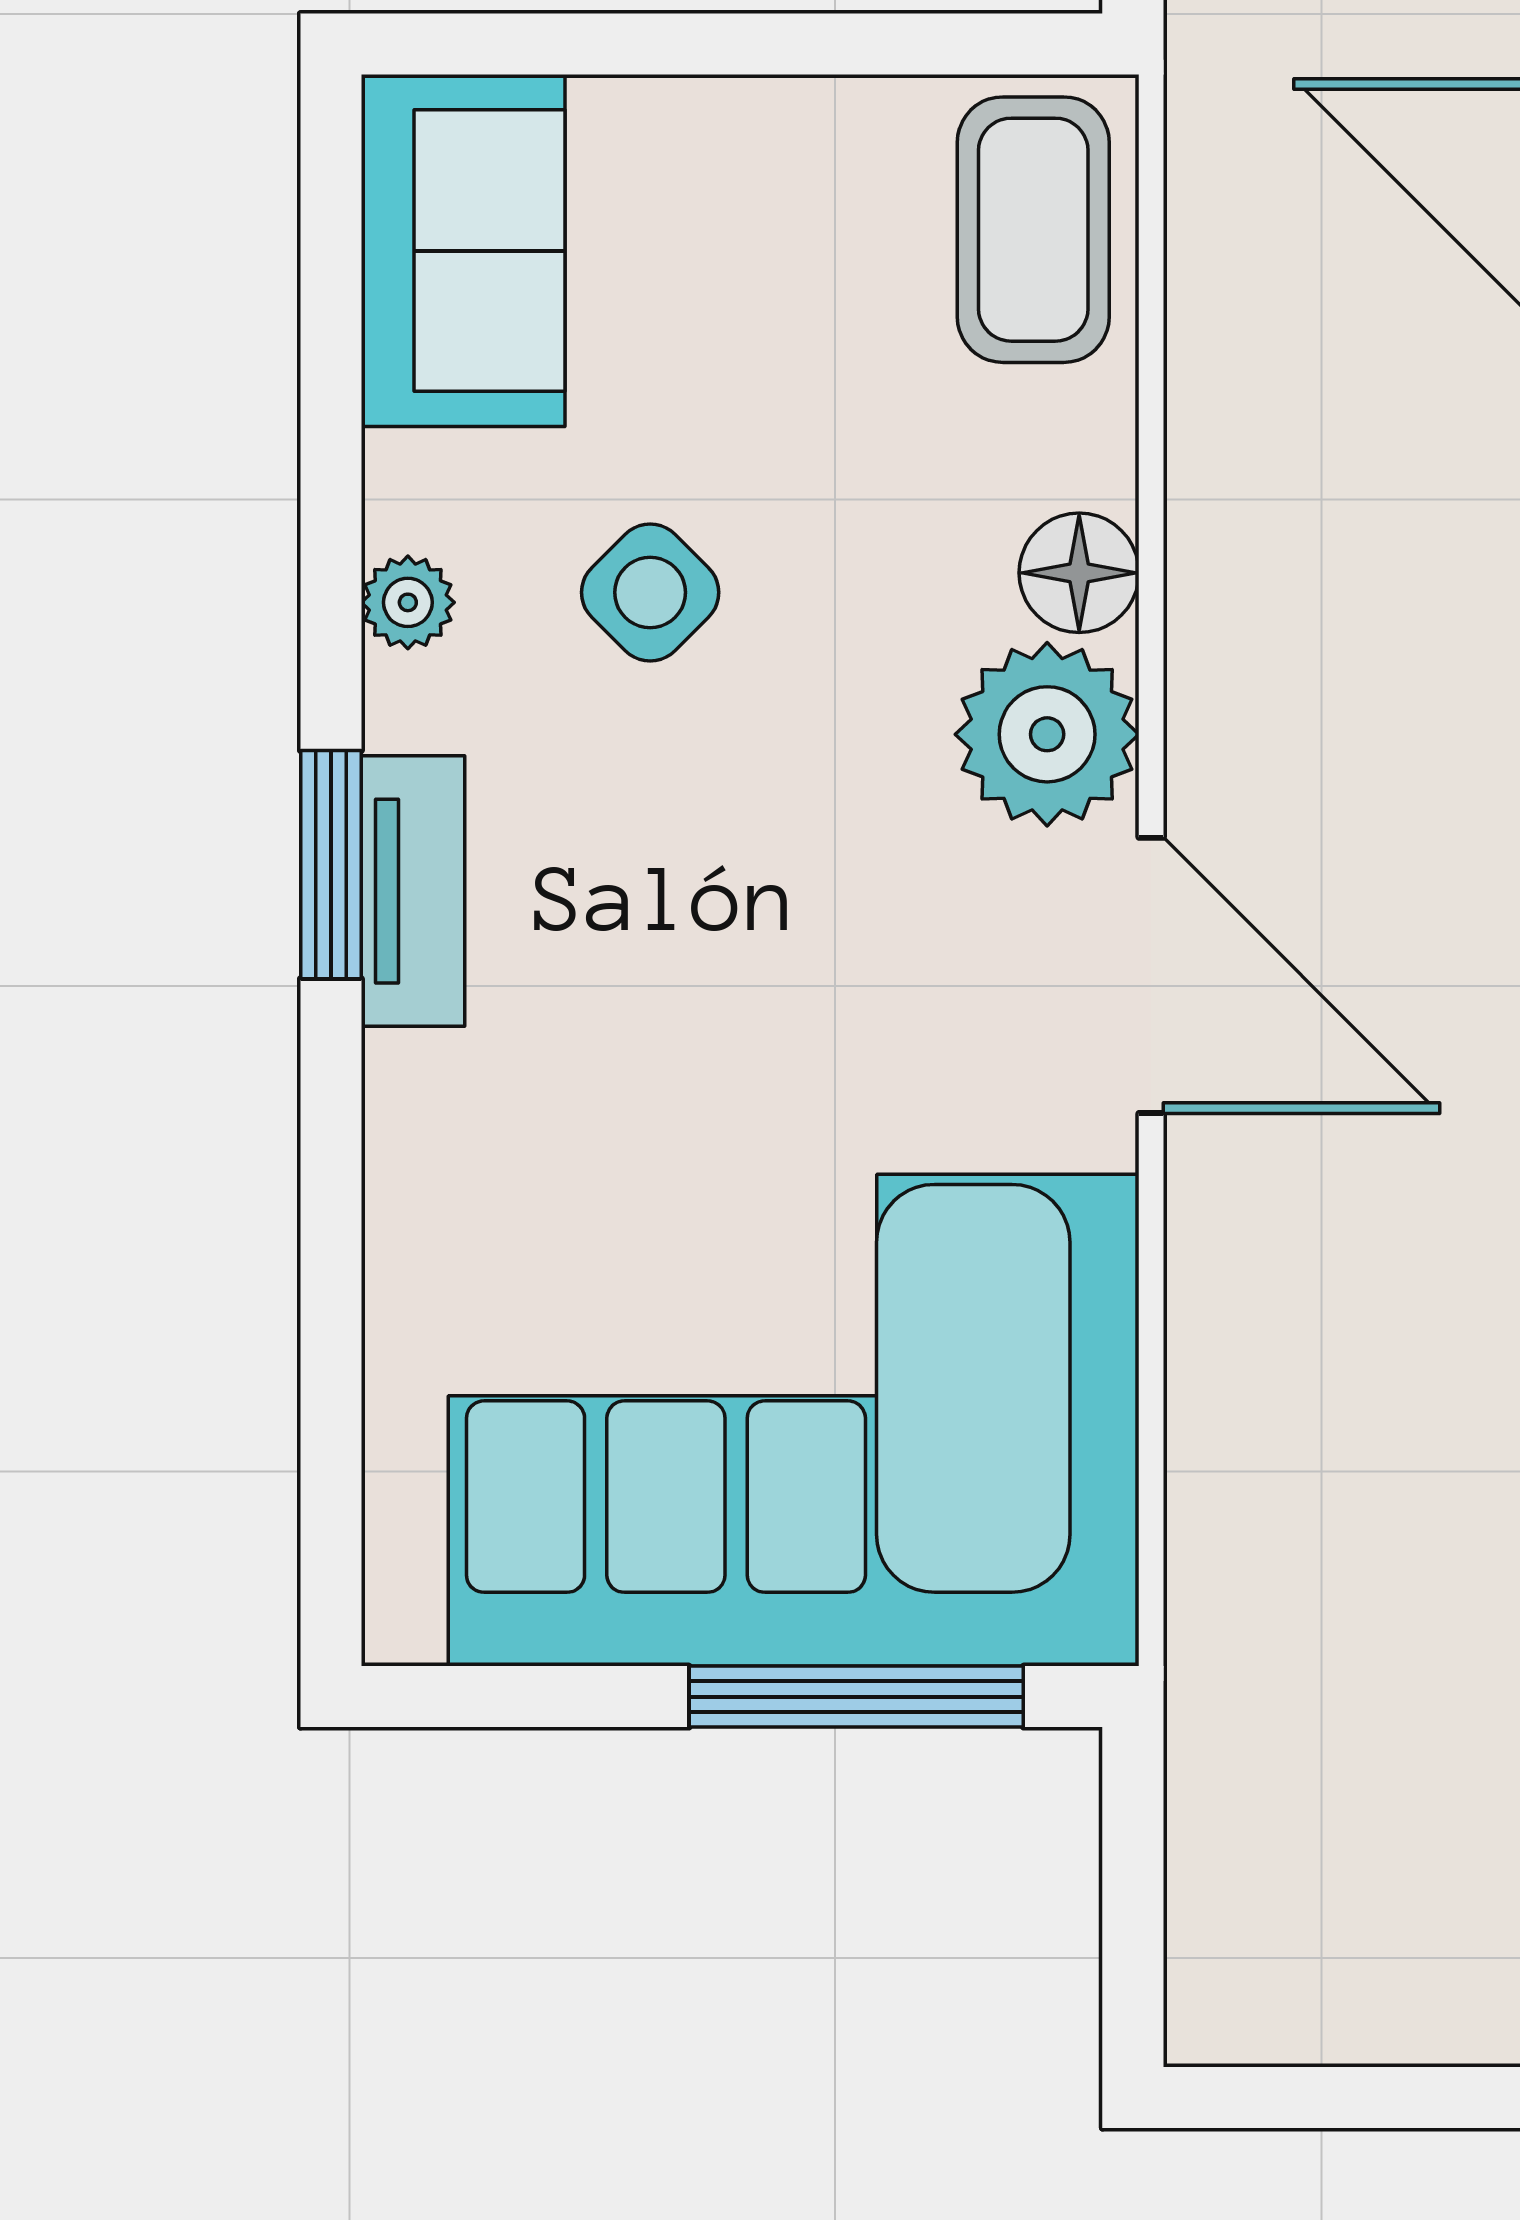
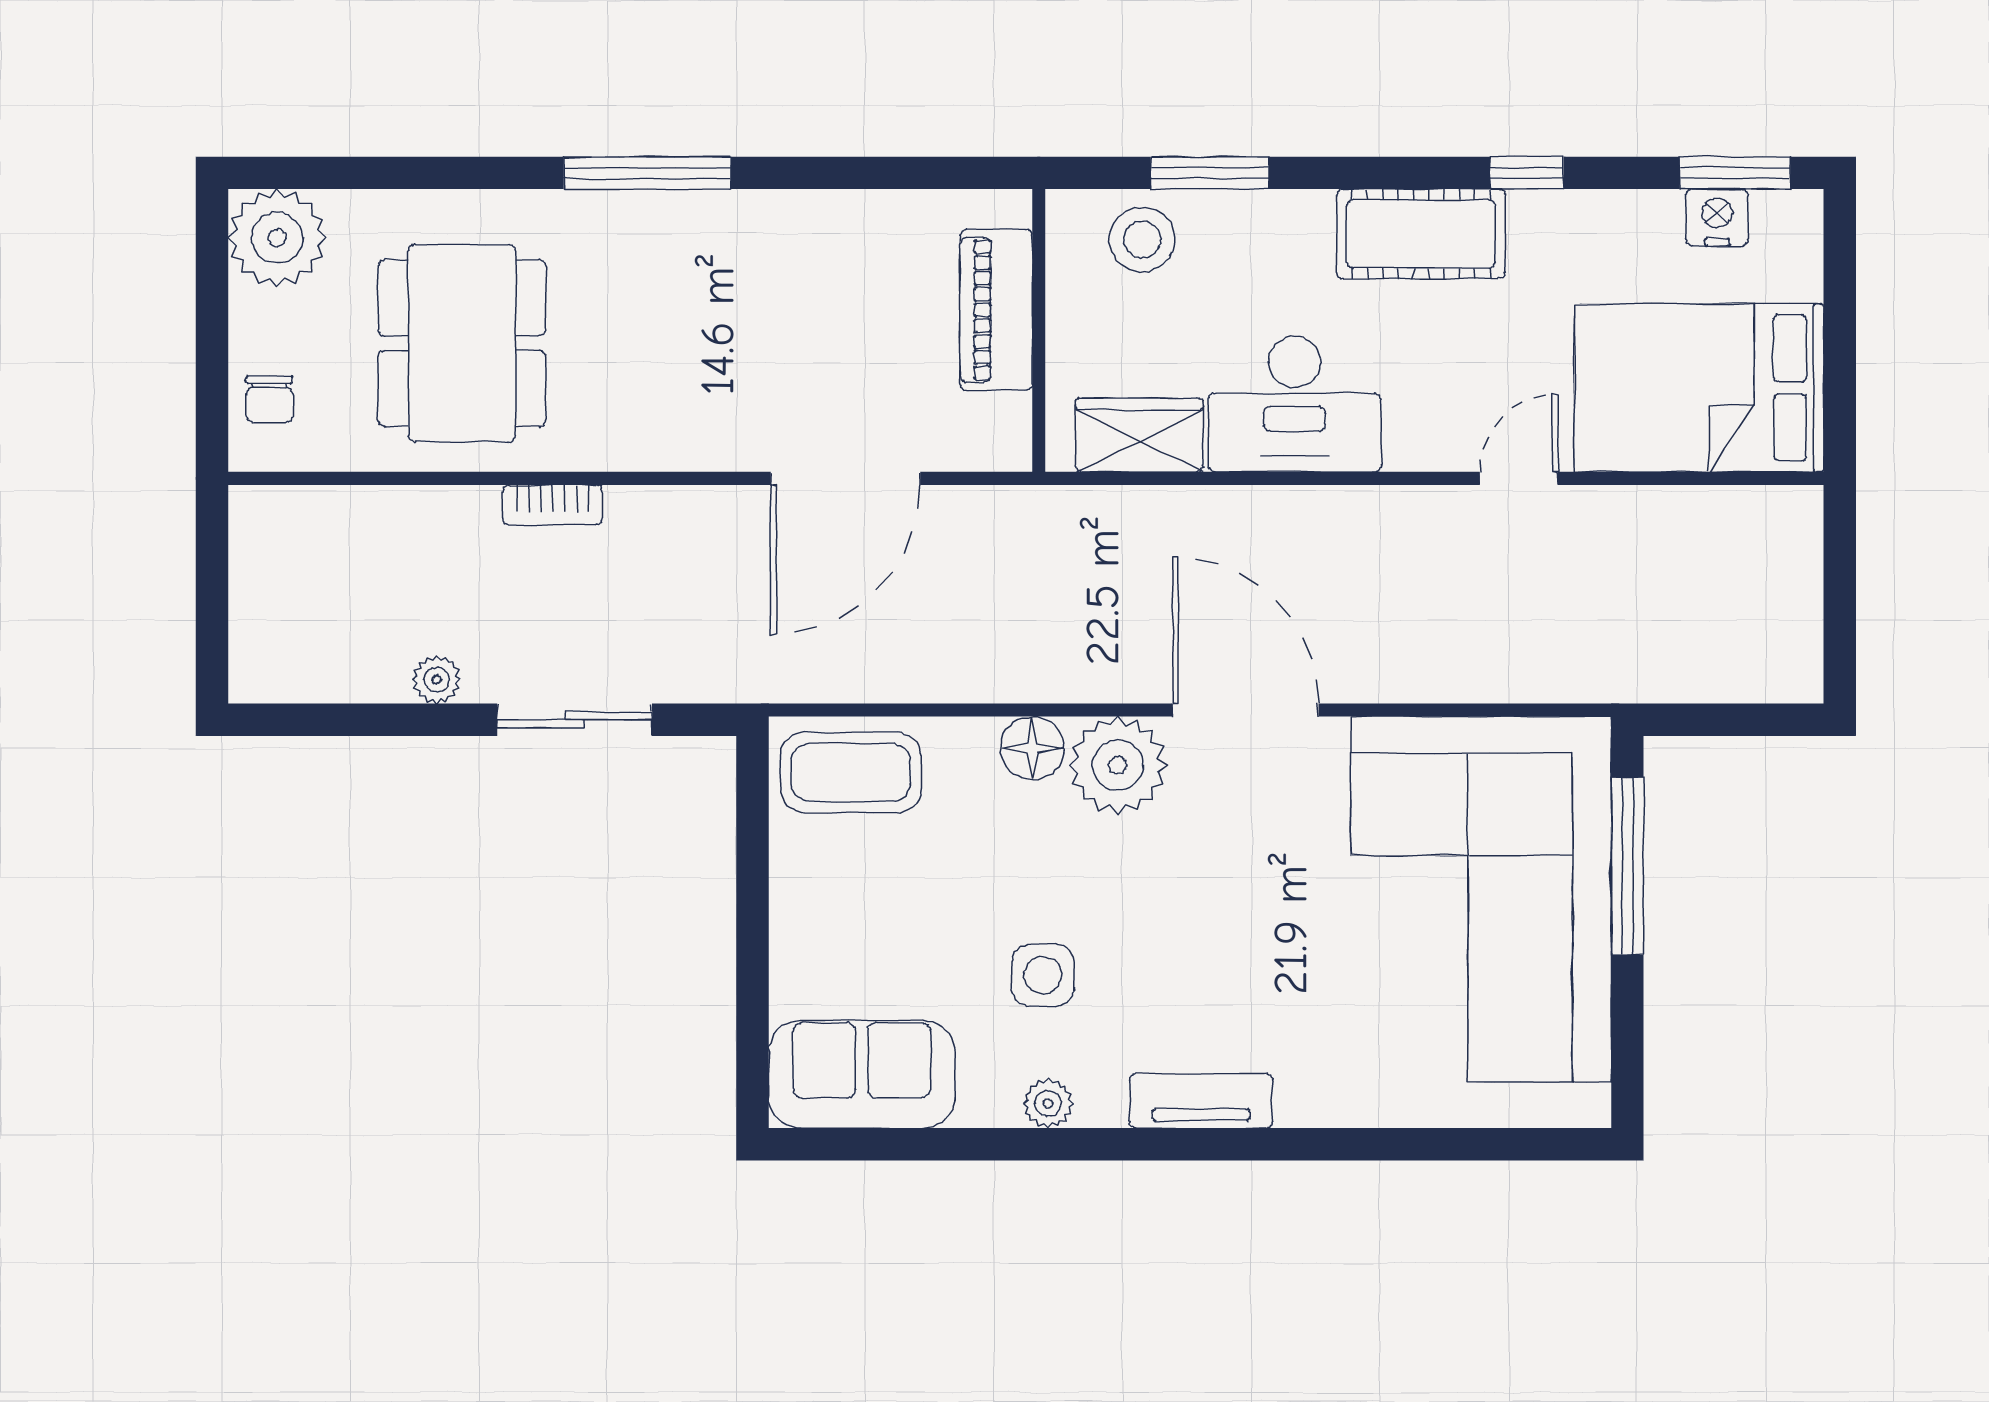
side table: (650, 592) -> (1043, 975), turned 45
window: (331, 865) -> (1187, 1144), removed
door: (1151, 975) -> (1246, 710), hinge flipped

